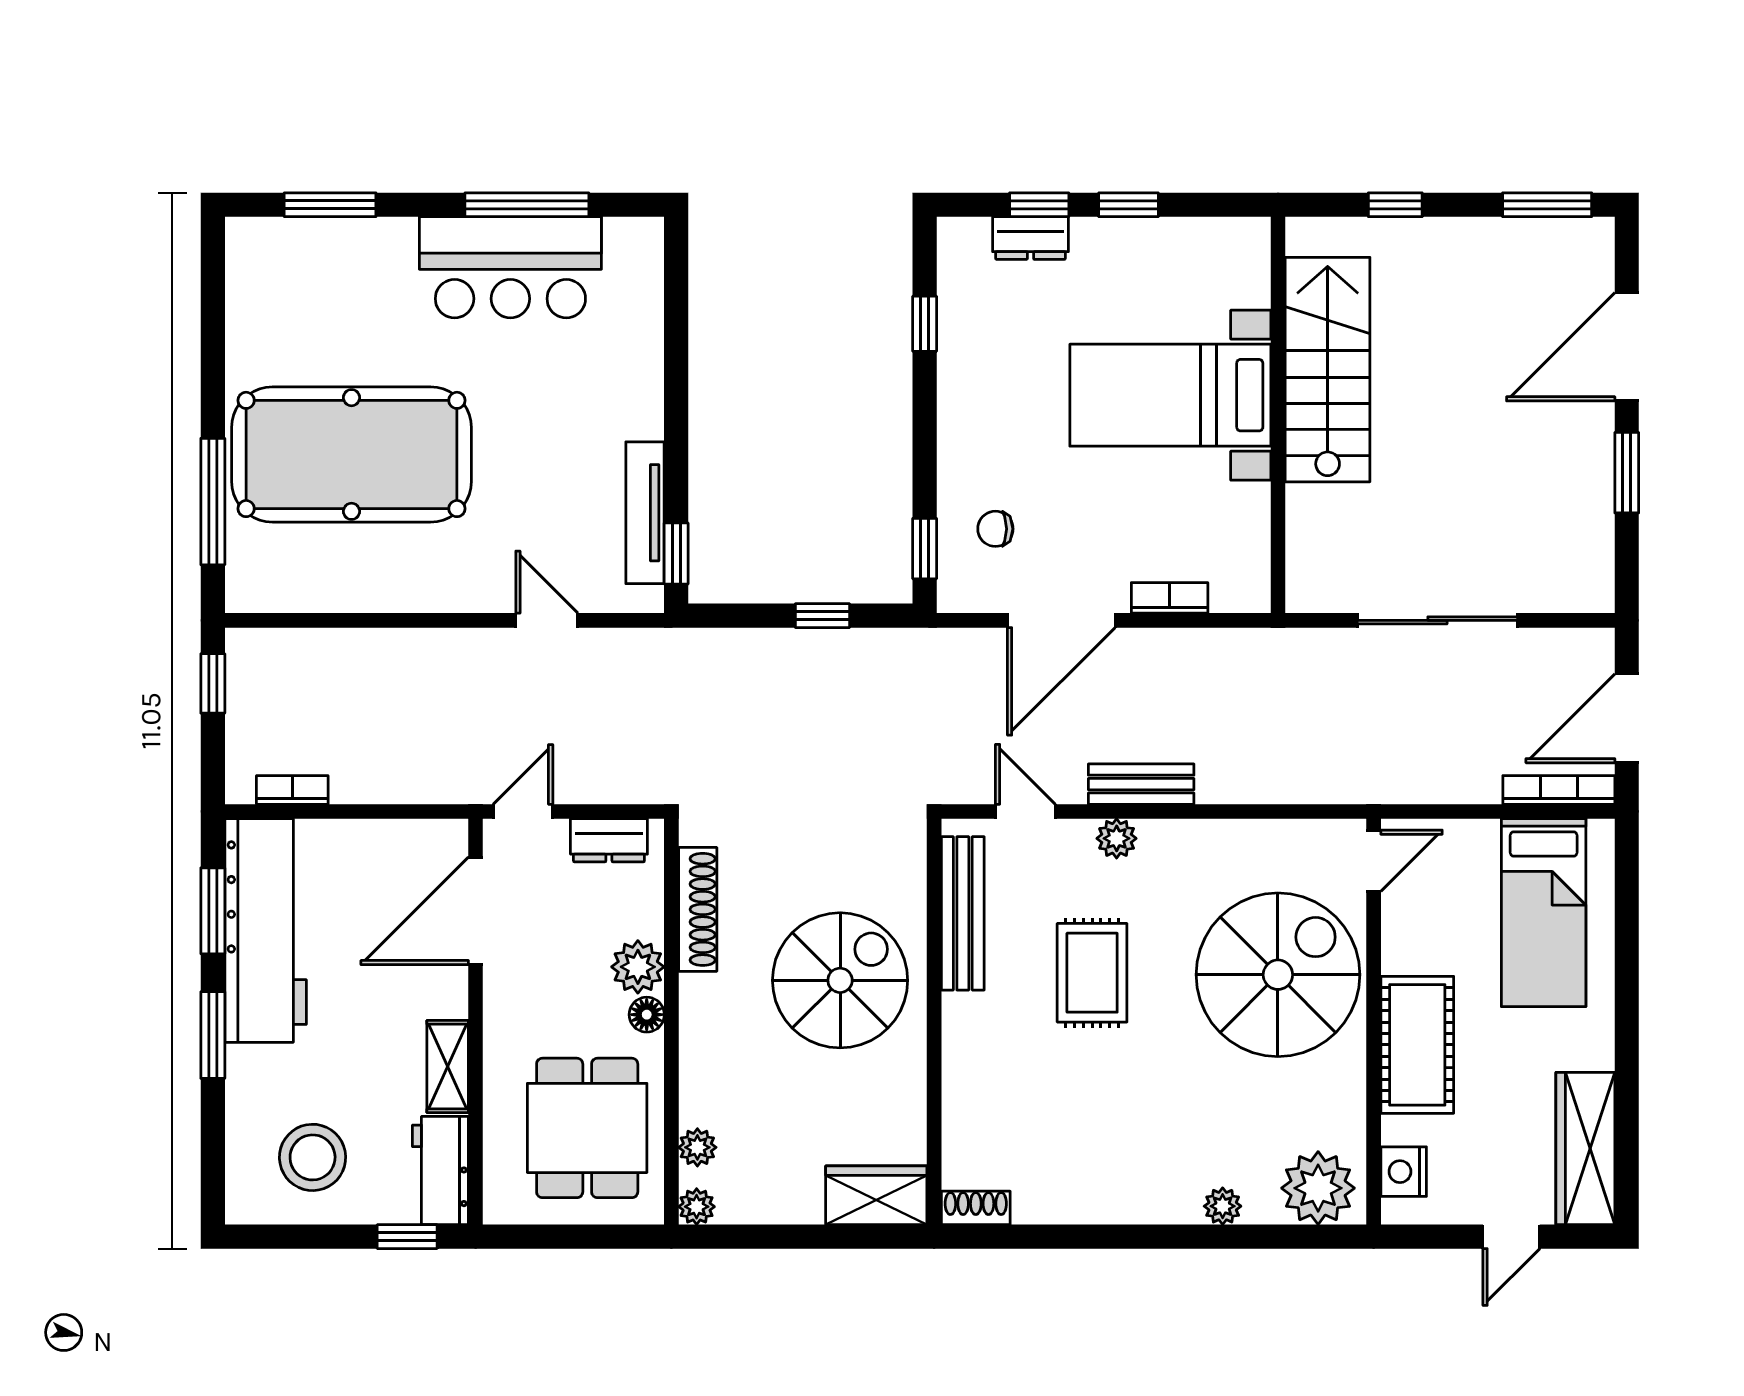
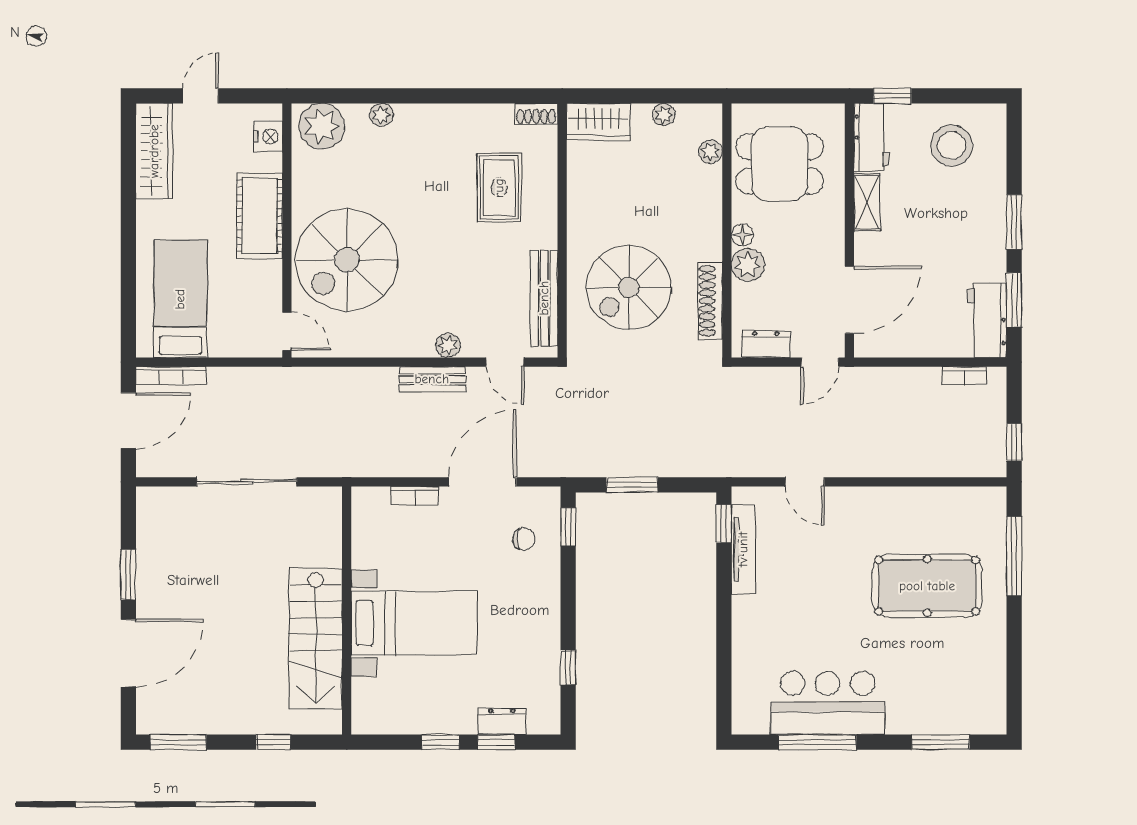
pool table: (351, 454) -> (927, 586), width x0.73, depth x0.76
window: (822, 616) -> (632, 485), width x1.50
door: (1374, 861) -> (287, 331), swing flipped
workbench: (266, 930) -> (987, 320), width x0.53, depth x0.76
rug: (1092, 973) -> (499, 188), moved
spiral stairs: (840, 980) -> (629, 288), moved
dining table: (587, 1128) -> (780, 164), turned 90
plant: (697, 1207) -> (664, 115), moved

